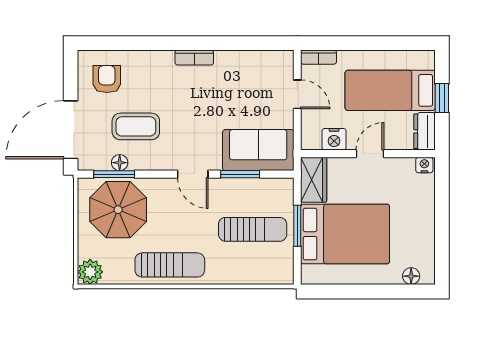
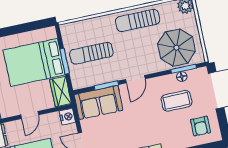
nightstand: (334, 139) -> (67, 117), moved, turned 90
door: (193, 174) -> (135, 79), swing flipped

